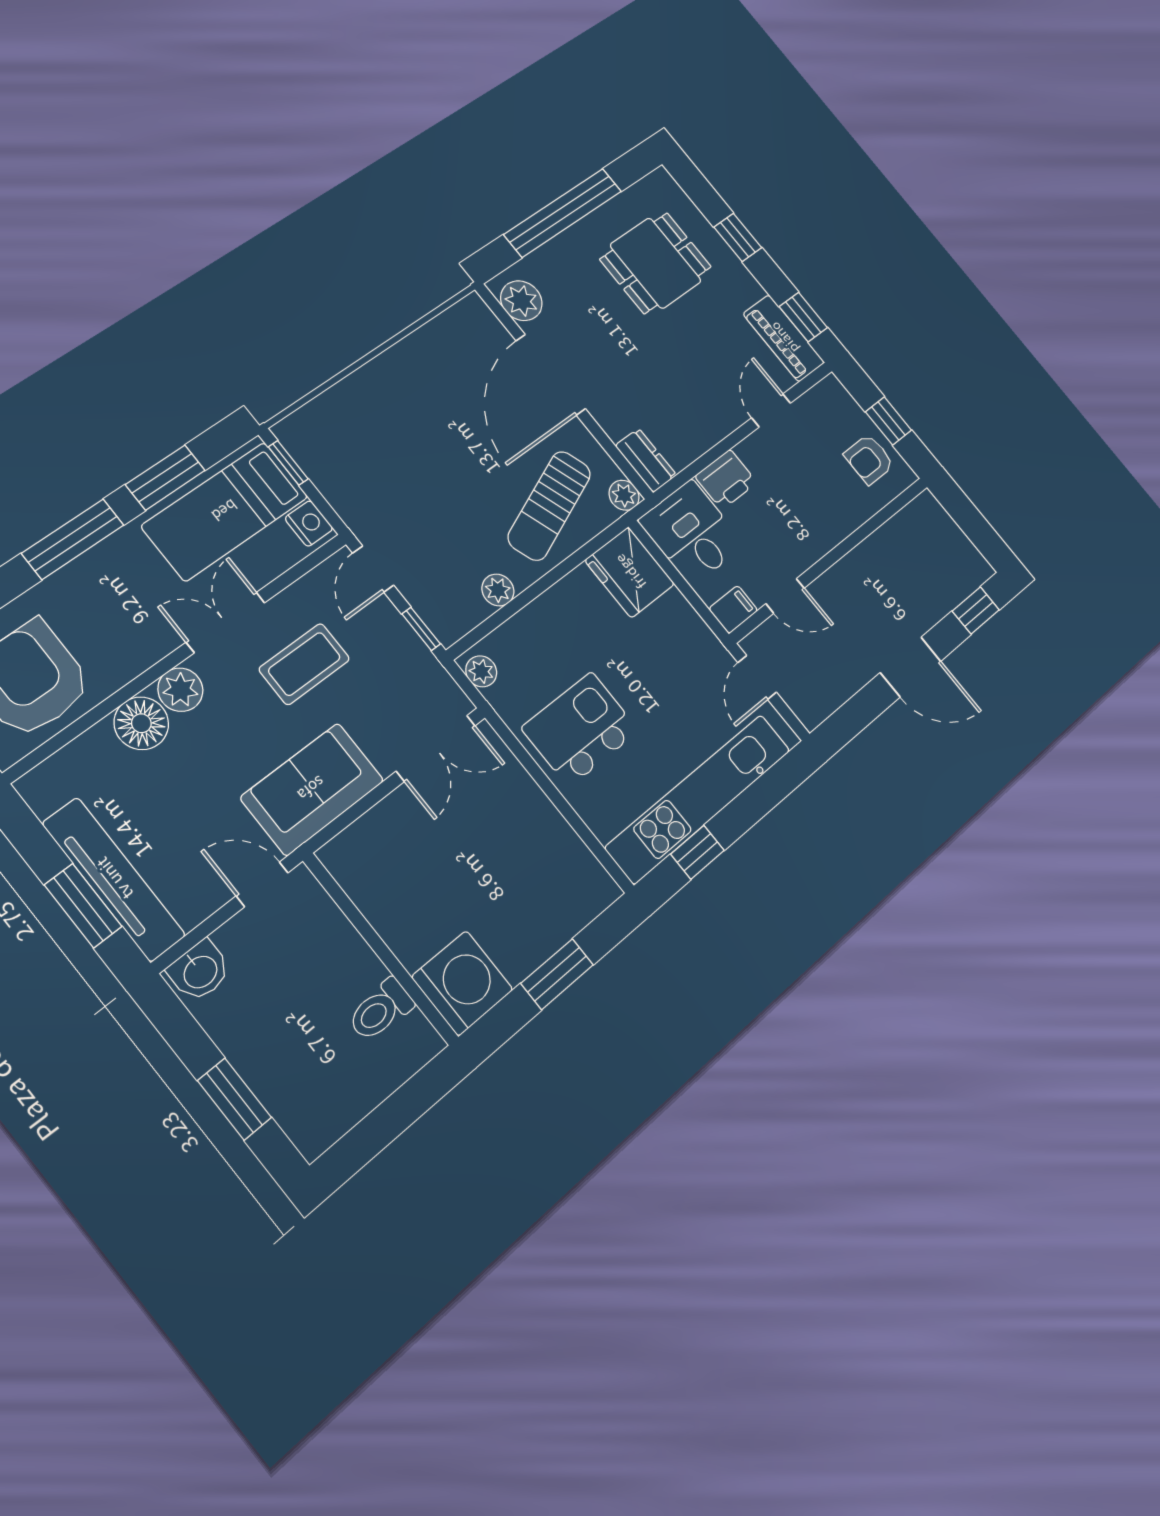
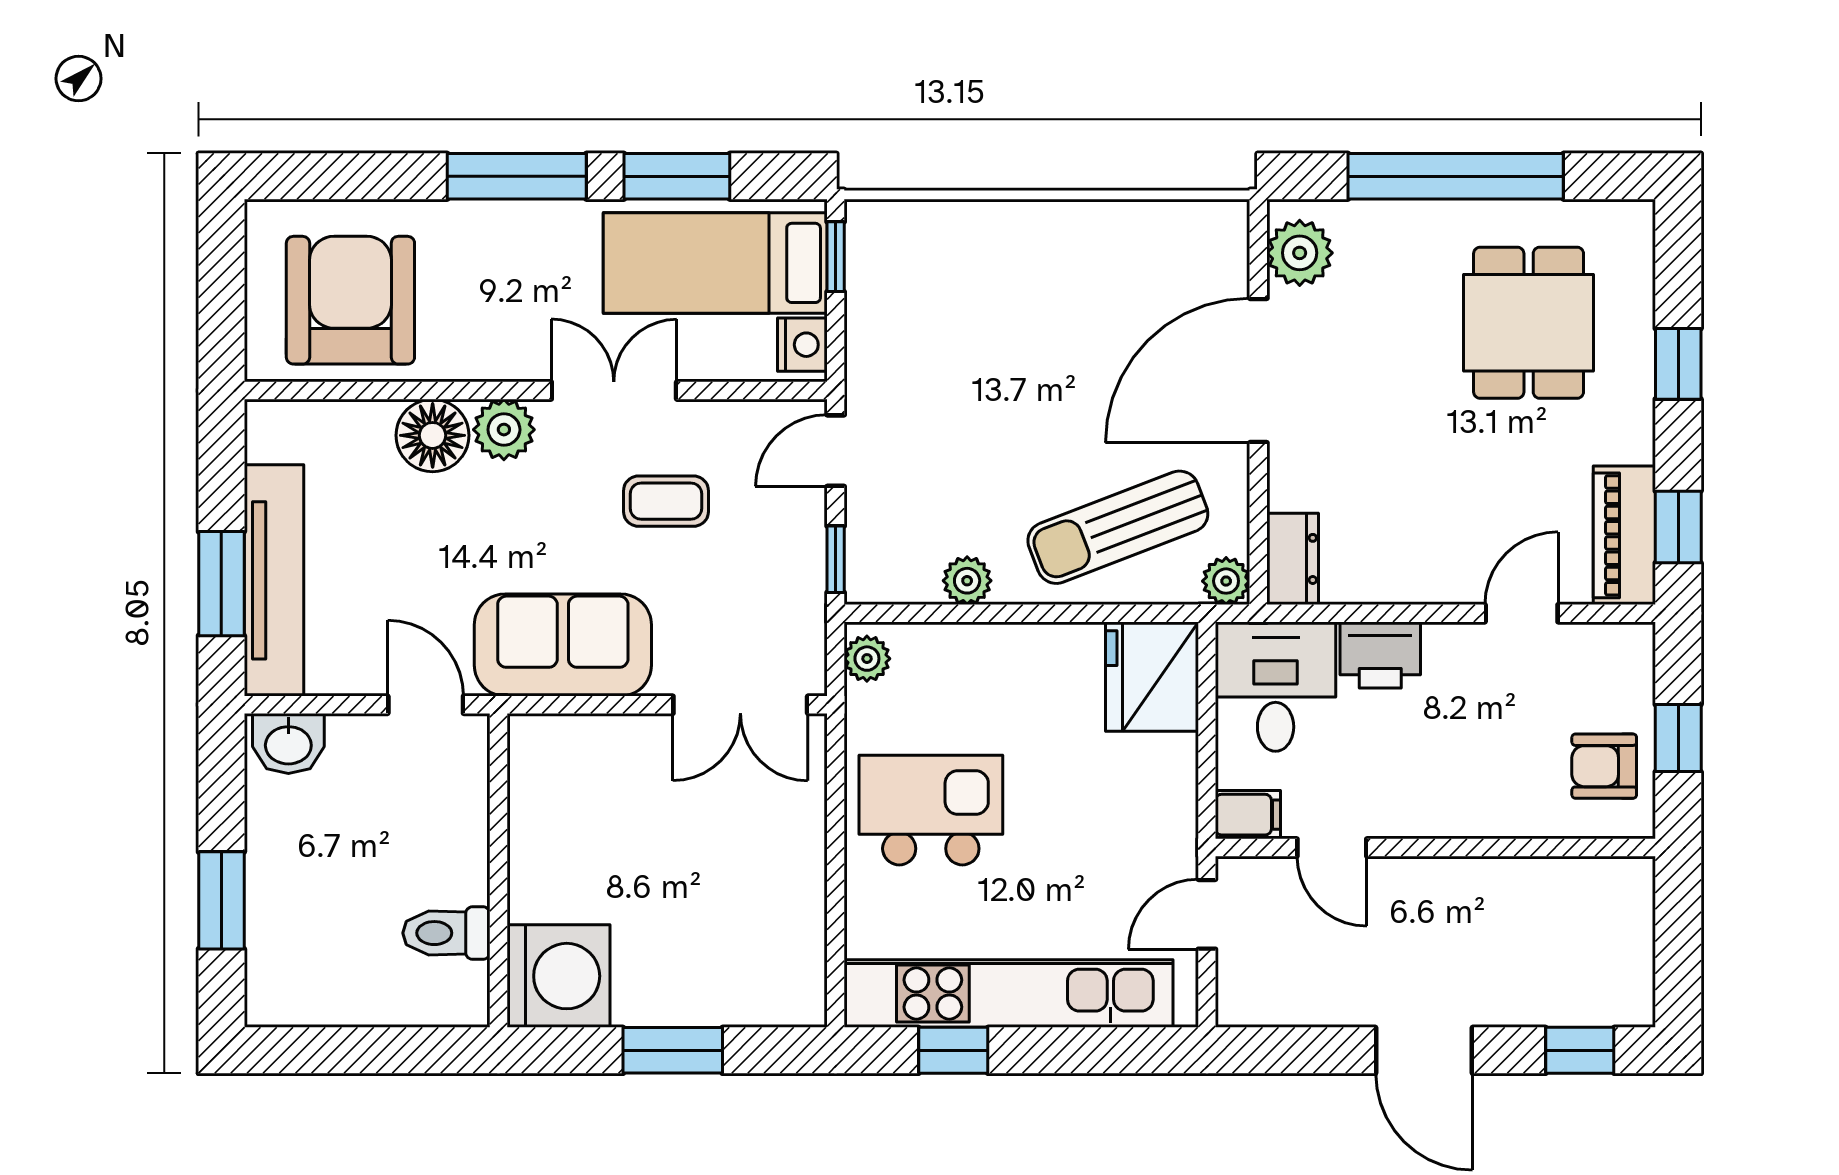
dining table: (656, 263) -> (1529, 323), turned 90
coffee table: (304, 664) -> (666, 501), width x0.73, depth x0.77

